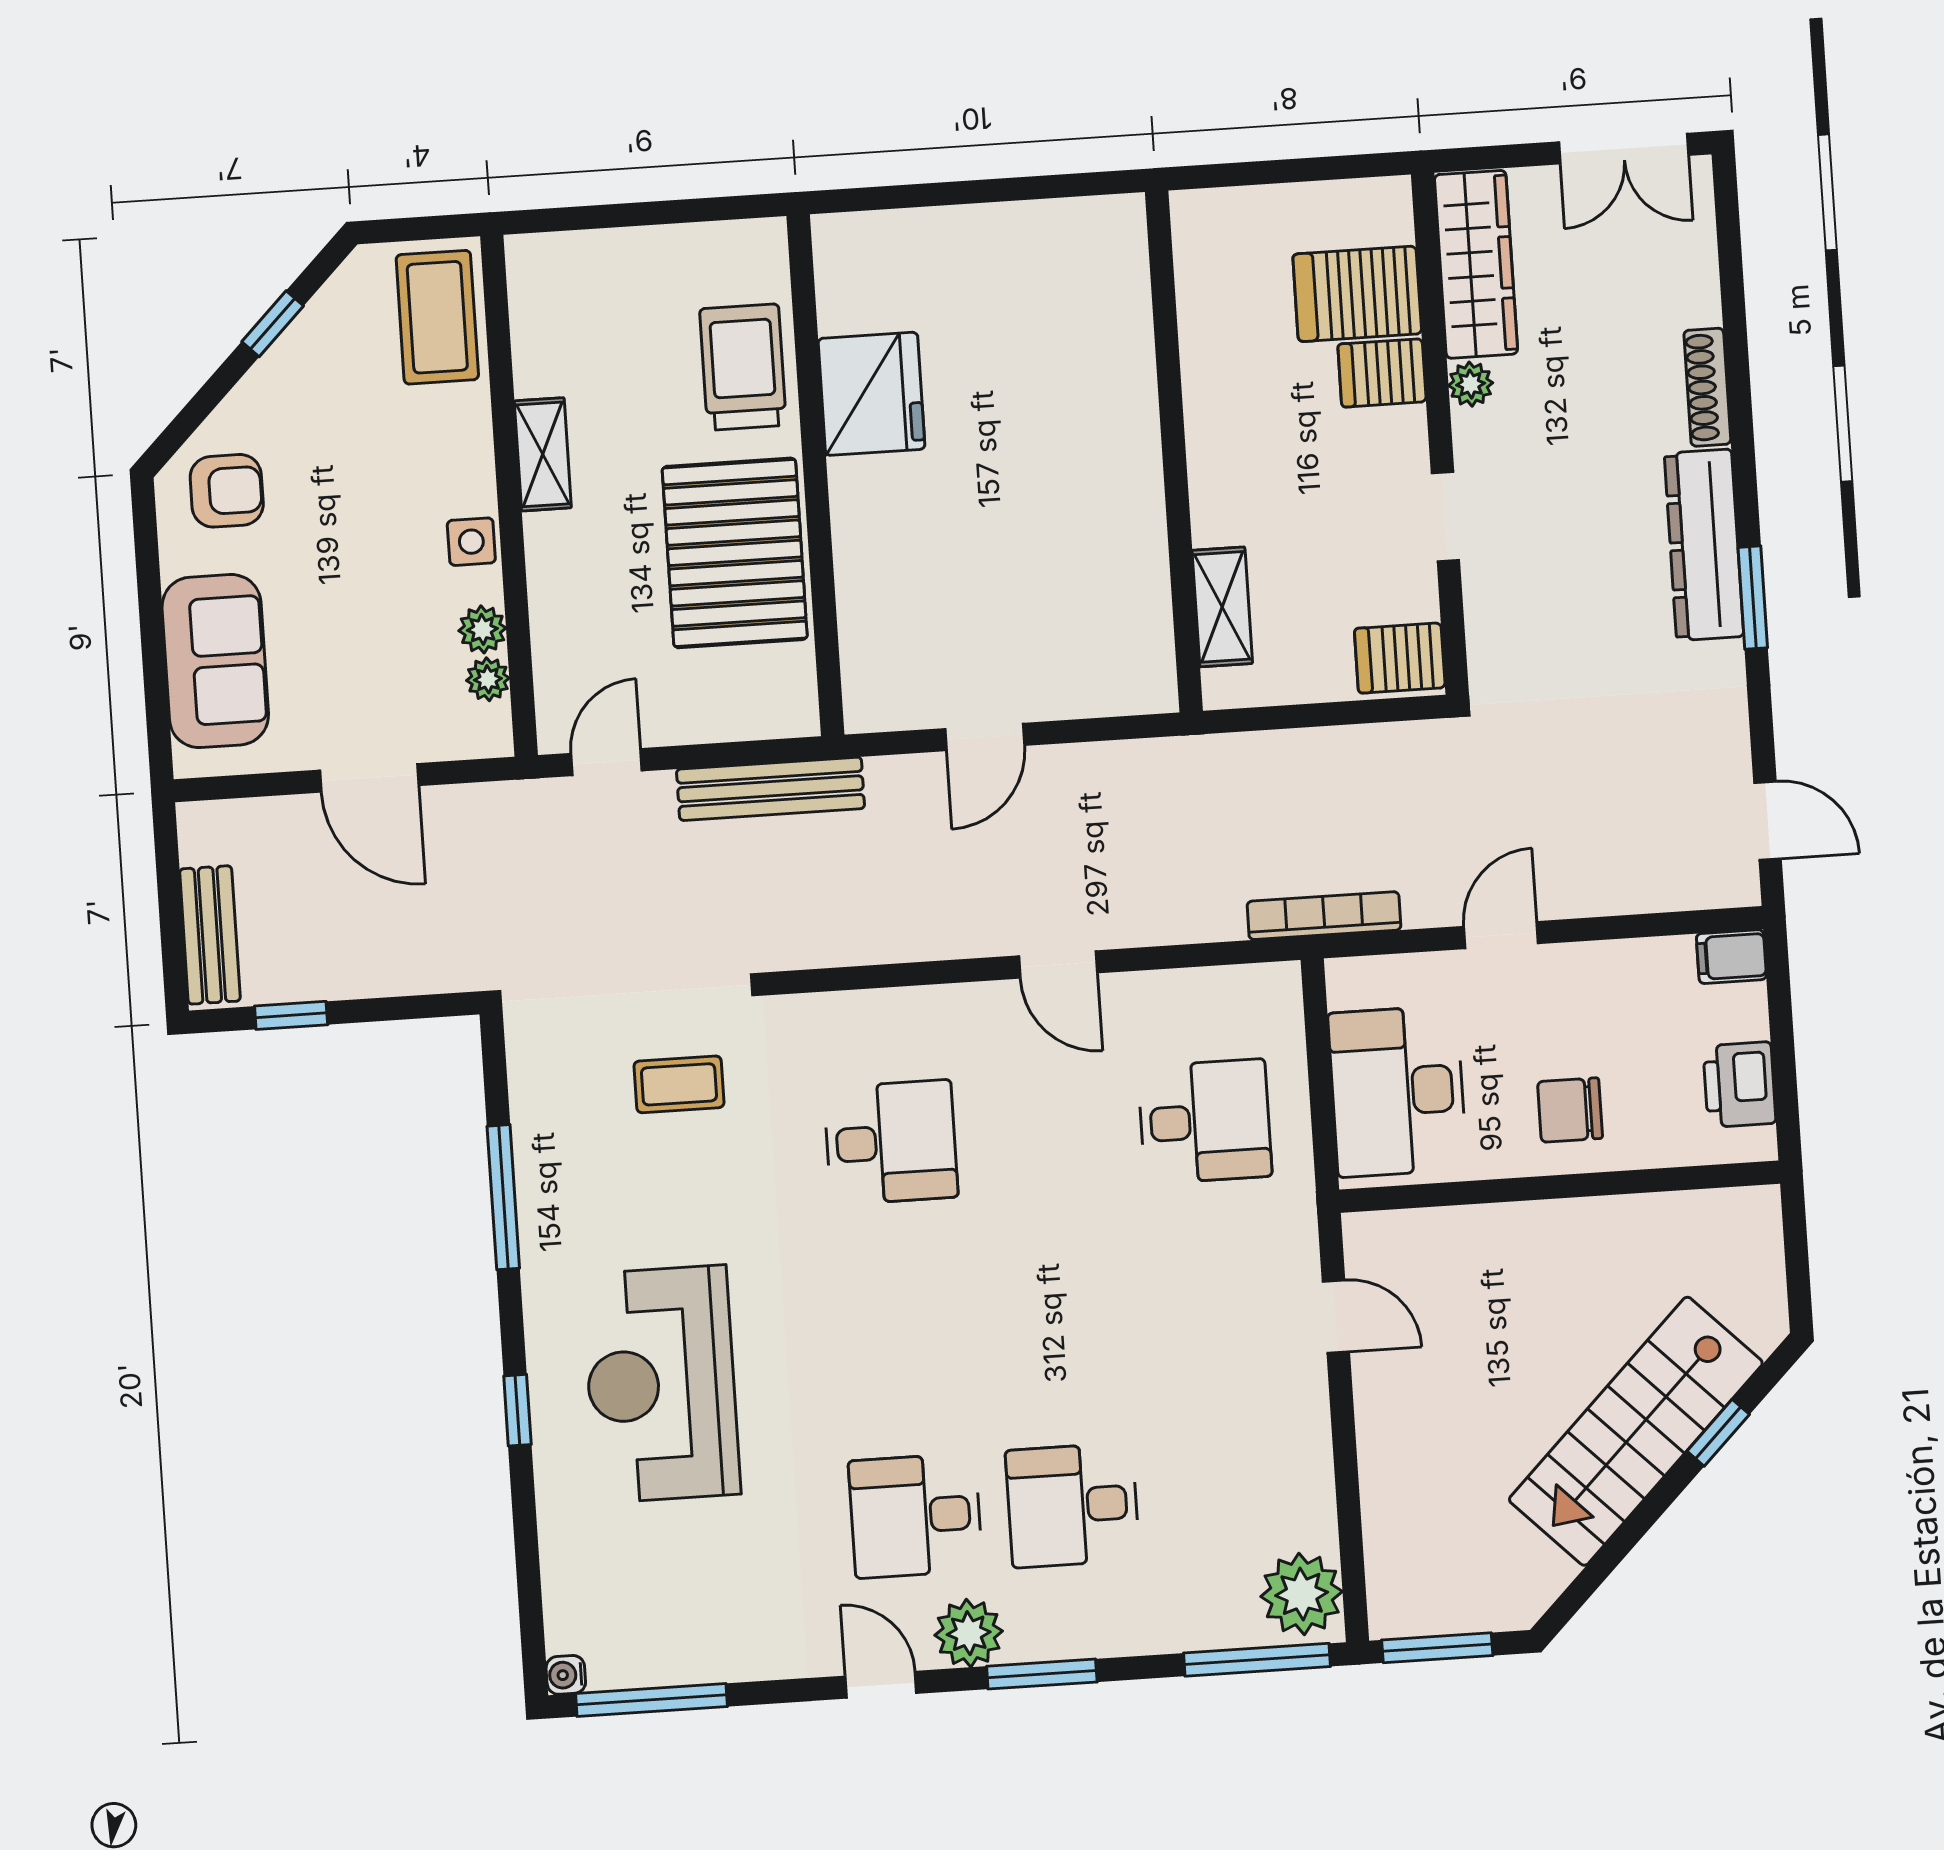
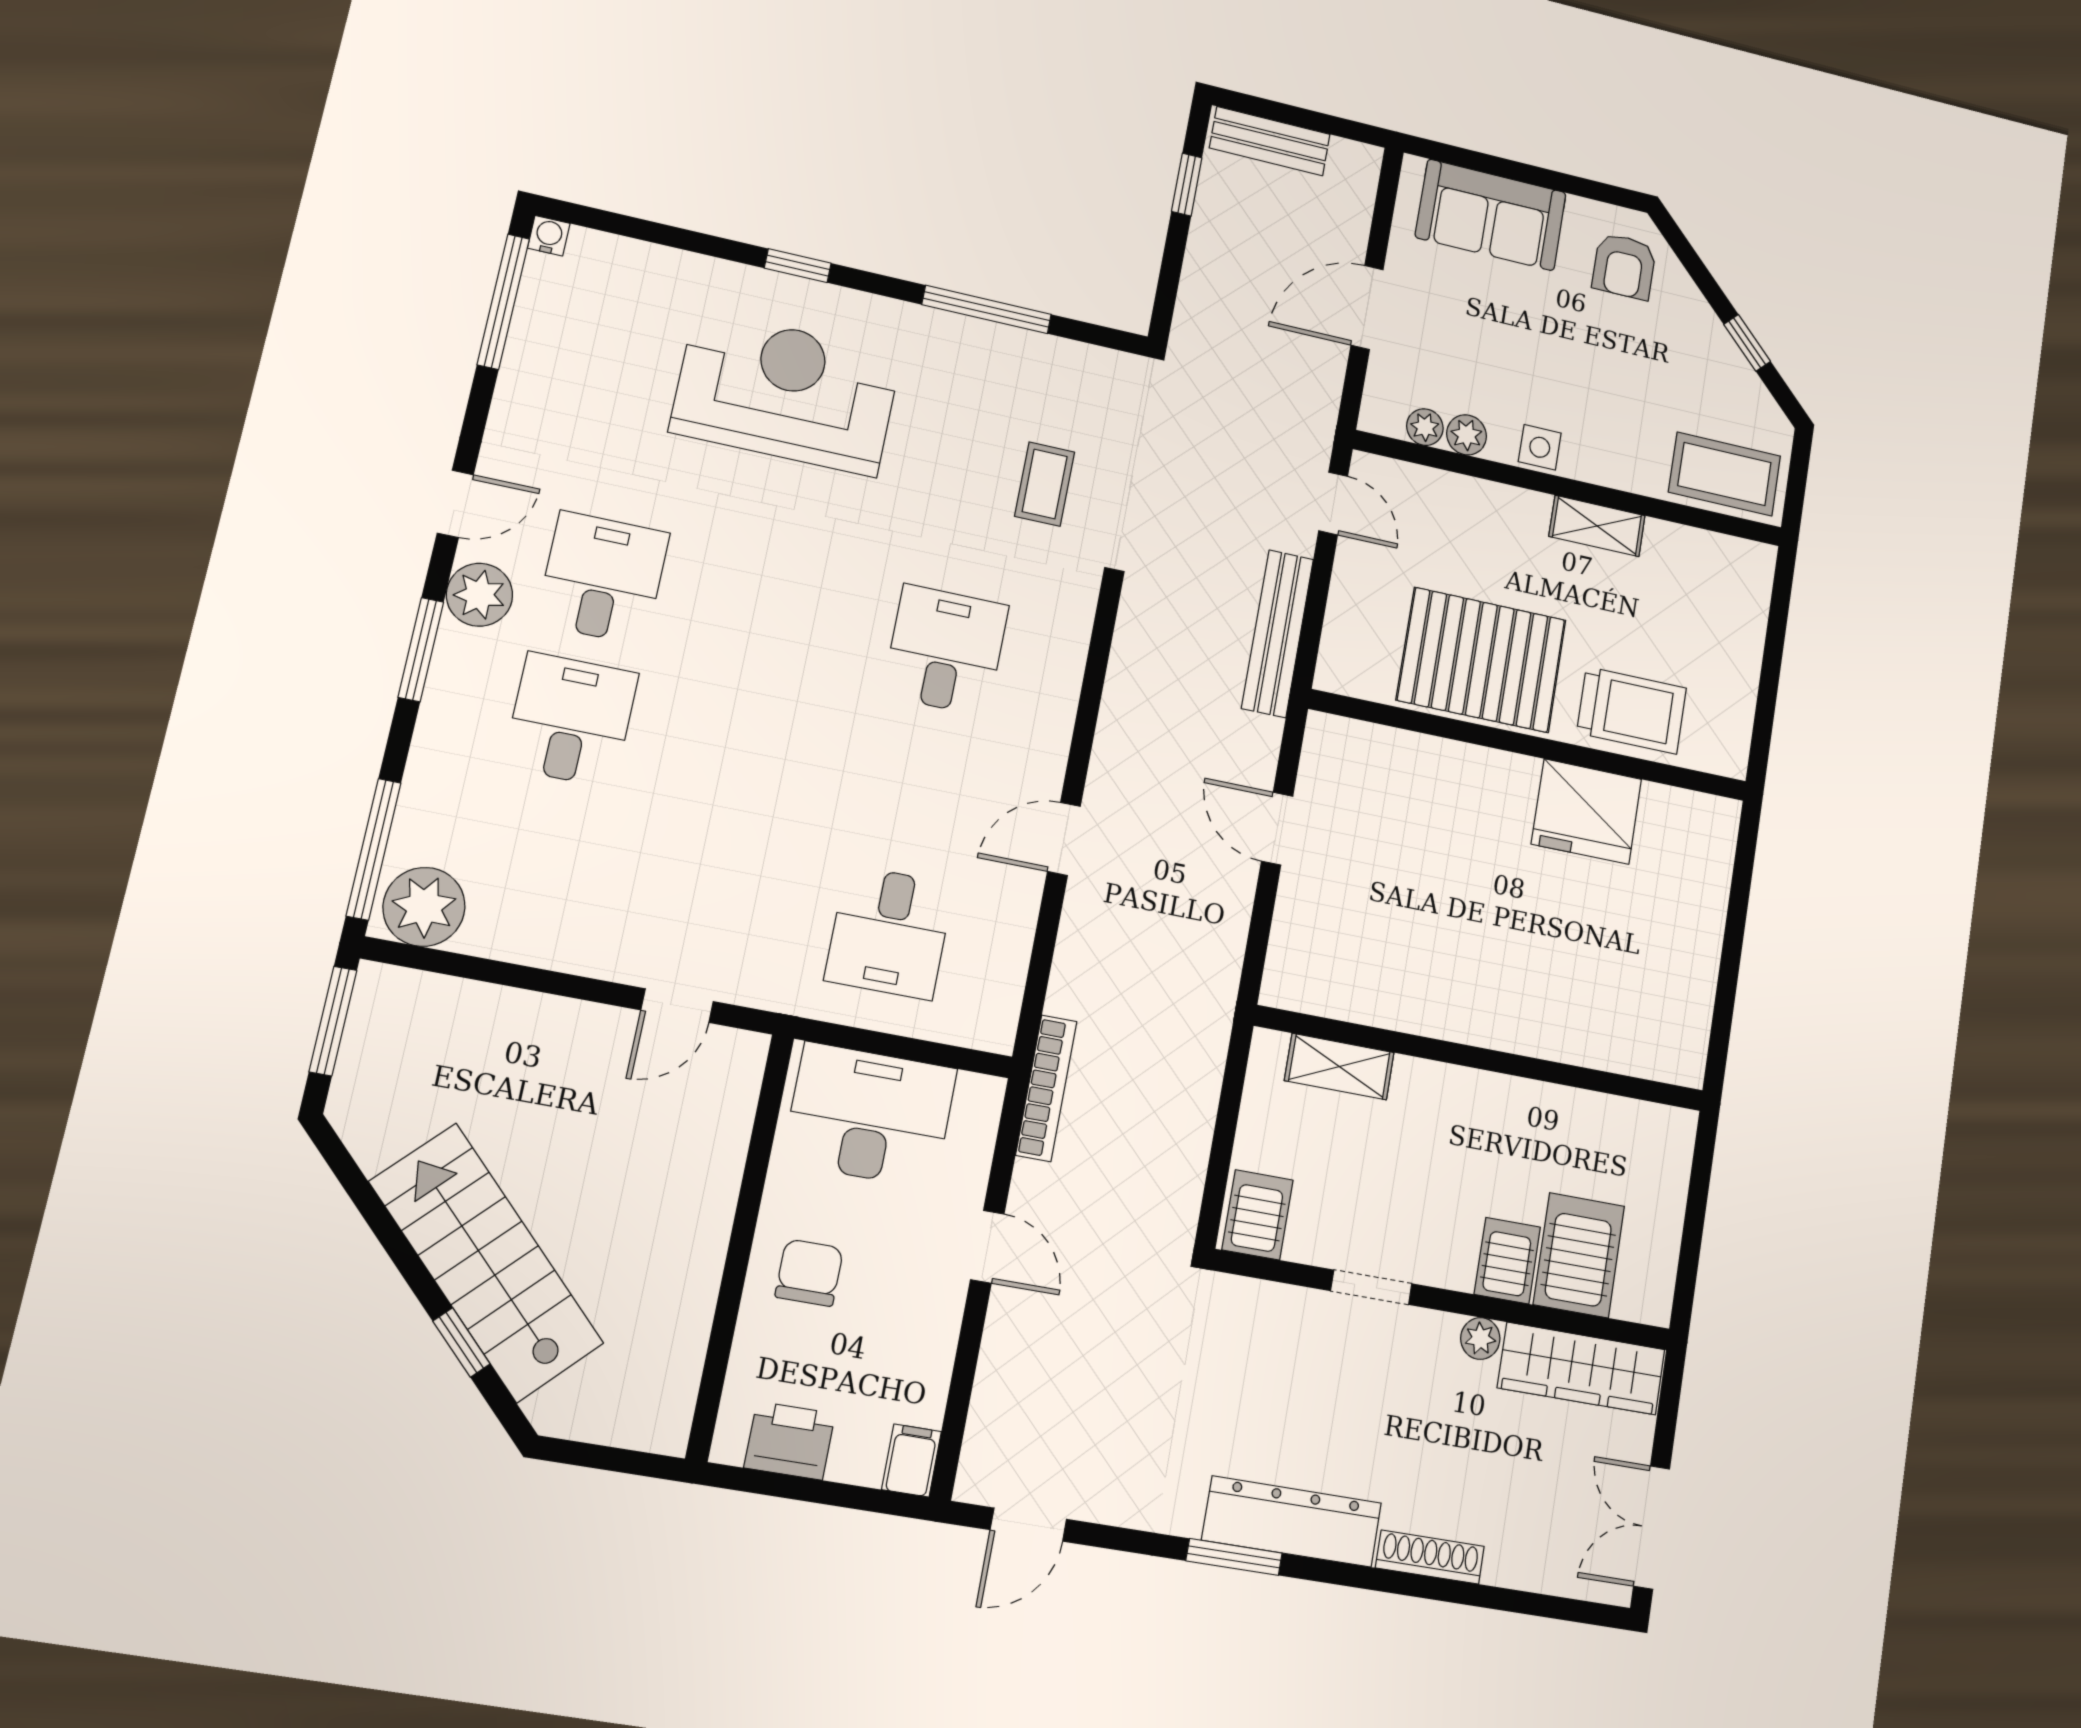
desk: (891, 1142) -> (946, 650), turned 180

